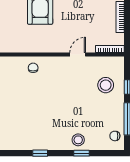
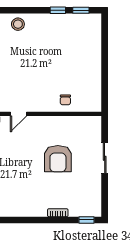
window: (82, 153) -> (81, 10), moved

